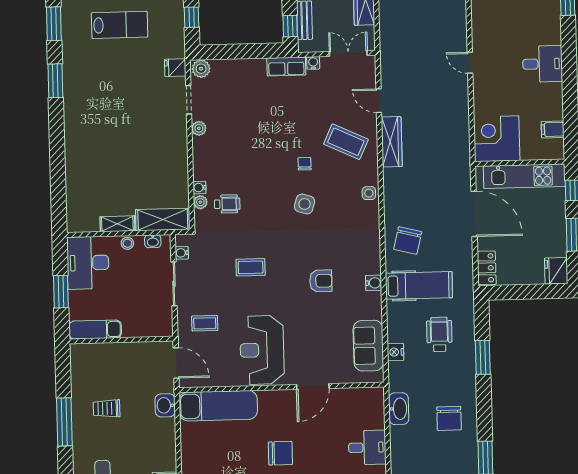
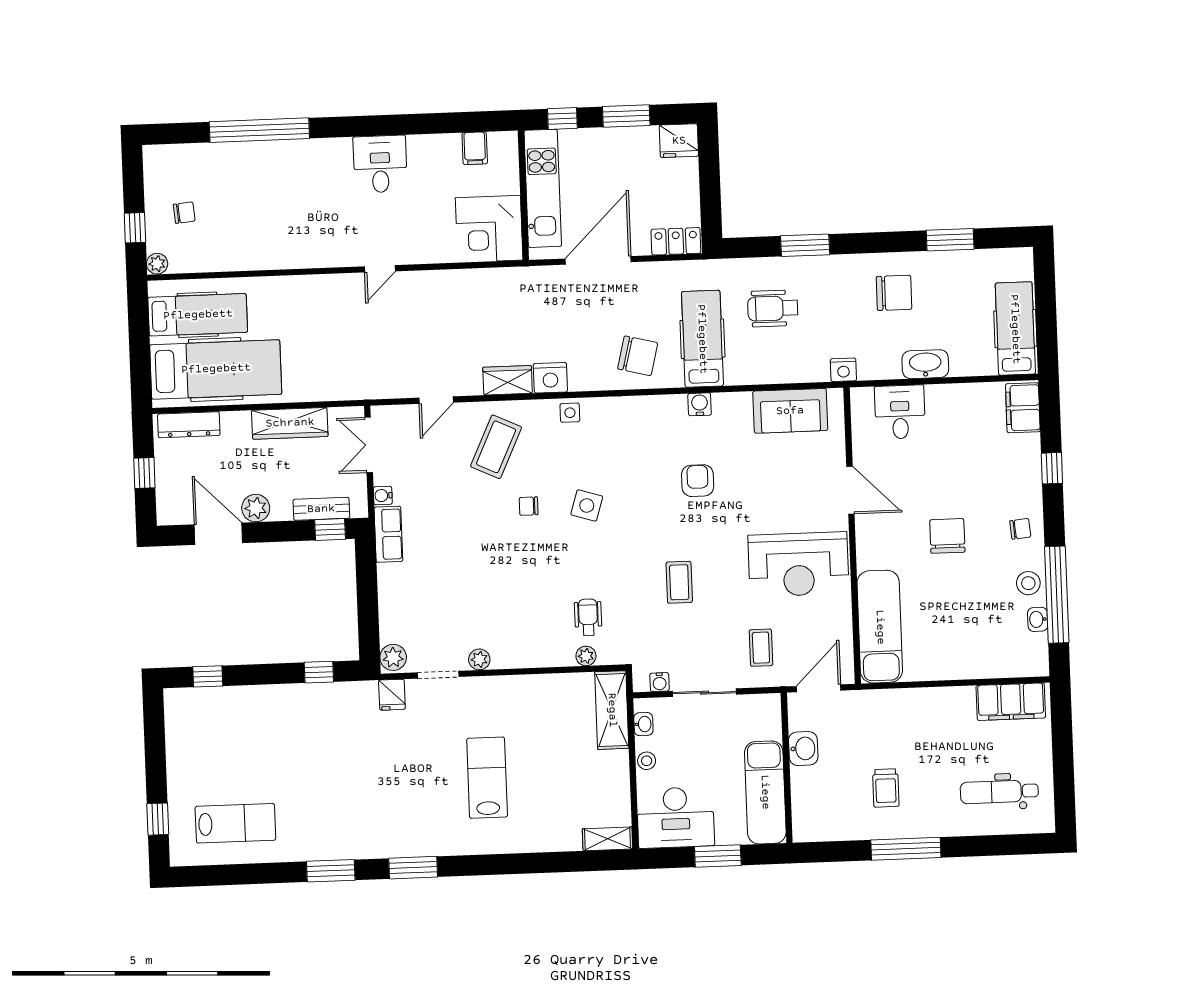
lab bench: (120, 25) -> (487, 778), moved
wardrobe: (392, 142) -> (508, 380), width x0.67
nightstand: (393, 180) -> (550, 378), added
water cooler: (199, 188) -> (565, 658), removed
shelving: (117, 224) -> (608, 839), moved, turned 90
exam couch: (95, 329) -> (765, 792), width x1.36, depth x1.45
nightstand: (395, 352) -> (843, 370), moved
washbasin: (165, 405) -> (803, 749), moved, turned -90
washbasin: (399, 409) -> (925, 364), moved
desk: (367, 447) -> (900, 412), moved

